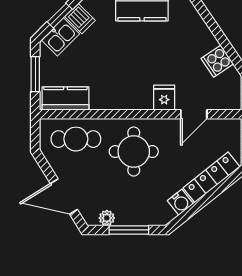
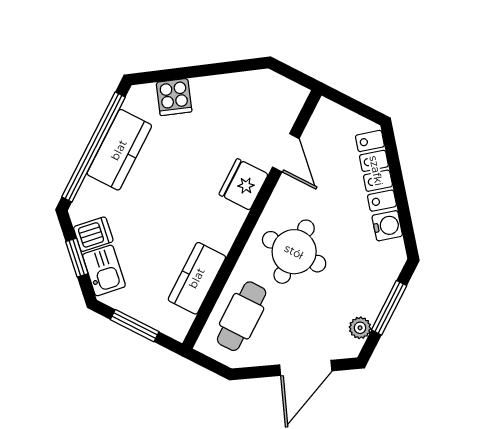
cooker: (217, 61) -> (174, 97), moved
kitchen counter: (66, 98) -> (197, 278), moved
fridge: (164, 98) -> (243, 184), width x1.38

